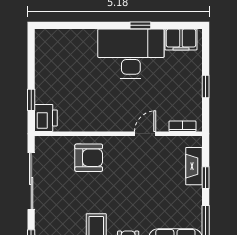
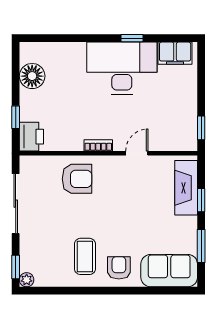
floor lamp: (47, 61) -> (32, 76), added
window: (206, 86) -> (201, 128), moved
bookcase: (182, 126) -> (98, 145), moved
fireplace: (194, 166) -> (186, 188), width x1.37, depth x1.32

